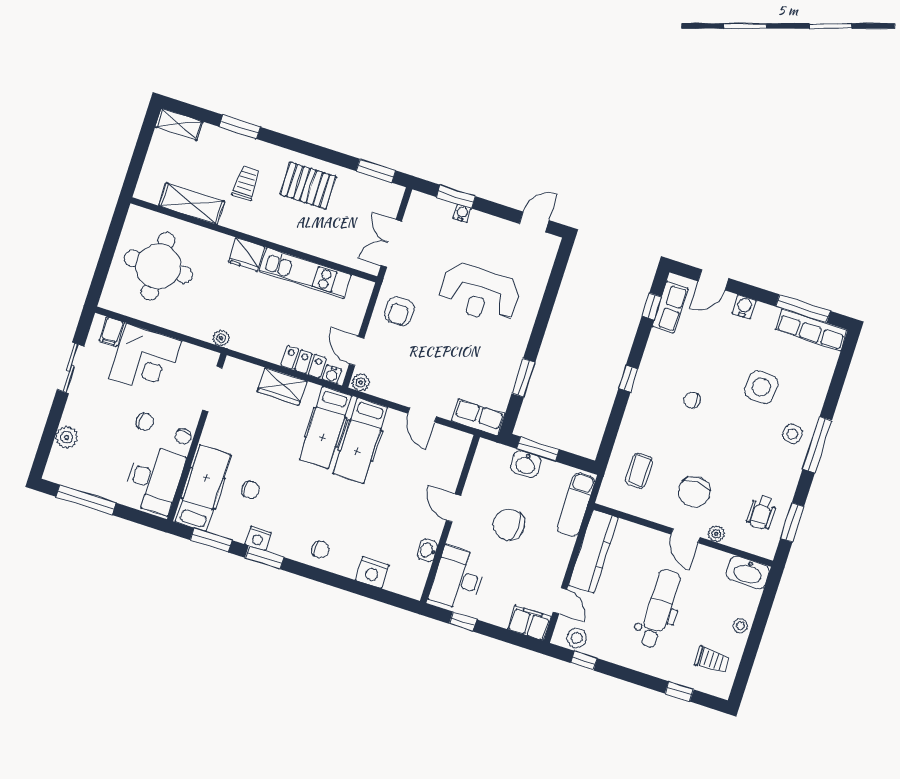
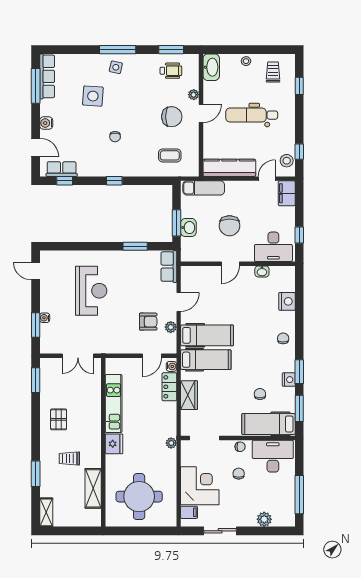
pallet: (308, 186) -> (59, 419), width x0.67, depth x0.71
armchair: (399, 311) -> (148, 322), moved
plant: (361, 383) -> (171, 327), moved

